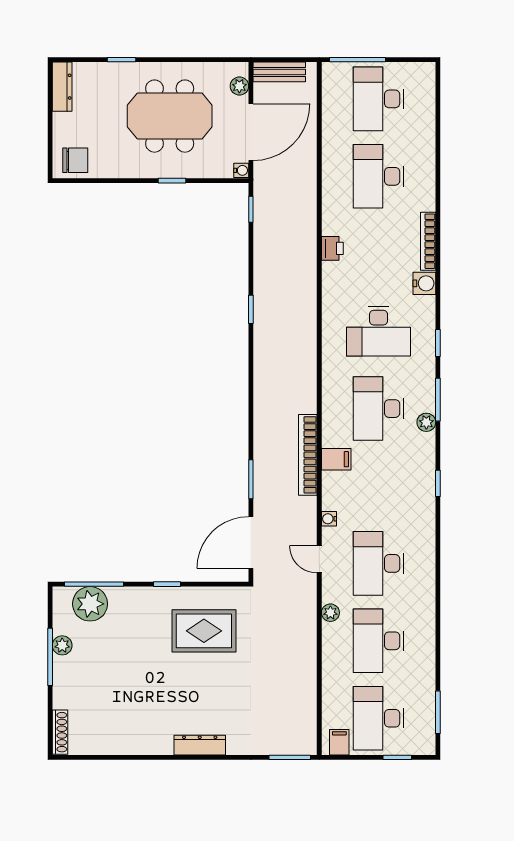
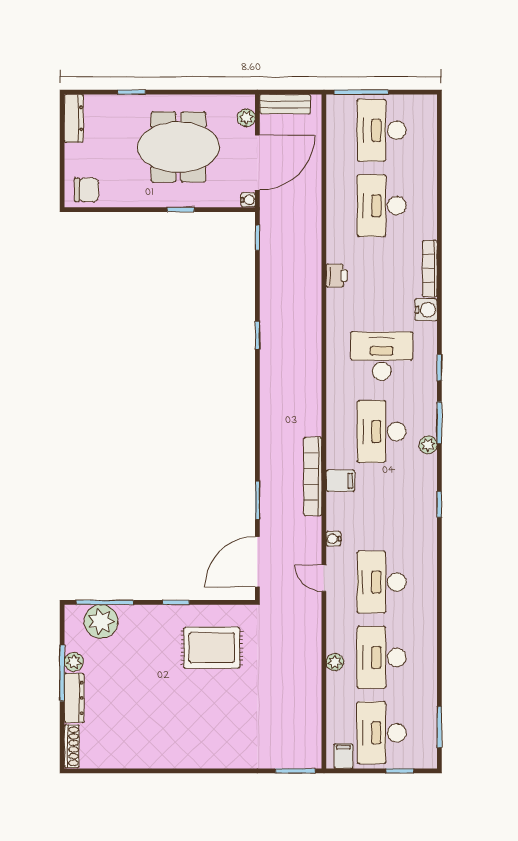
desk: (379, 331) -> (382, 356), turned 180
plant: (330, 613) -> (335, 662), moved
dresser: (200, 745) -> (74, 698), moved, turned 90

